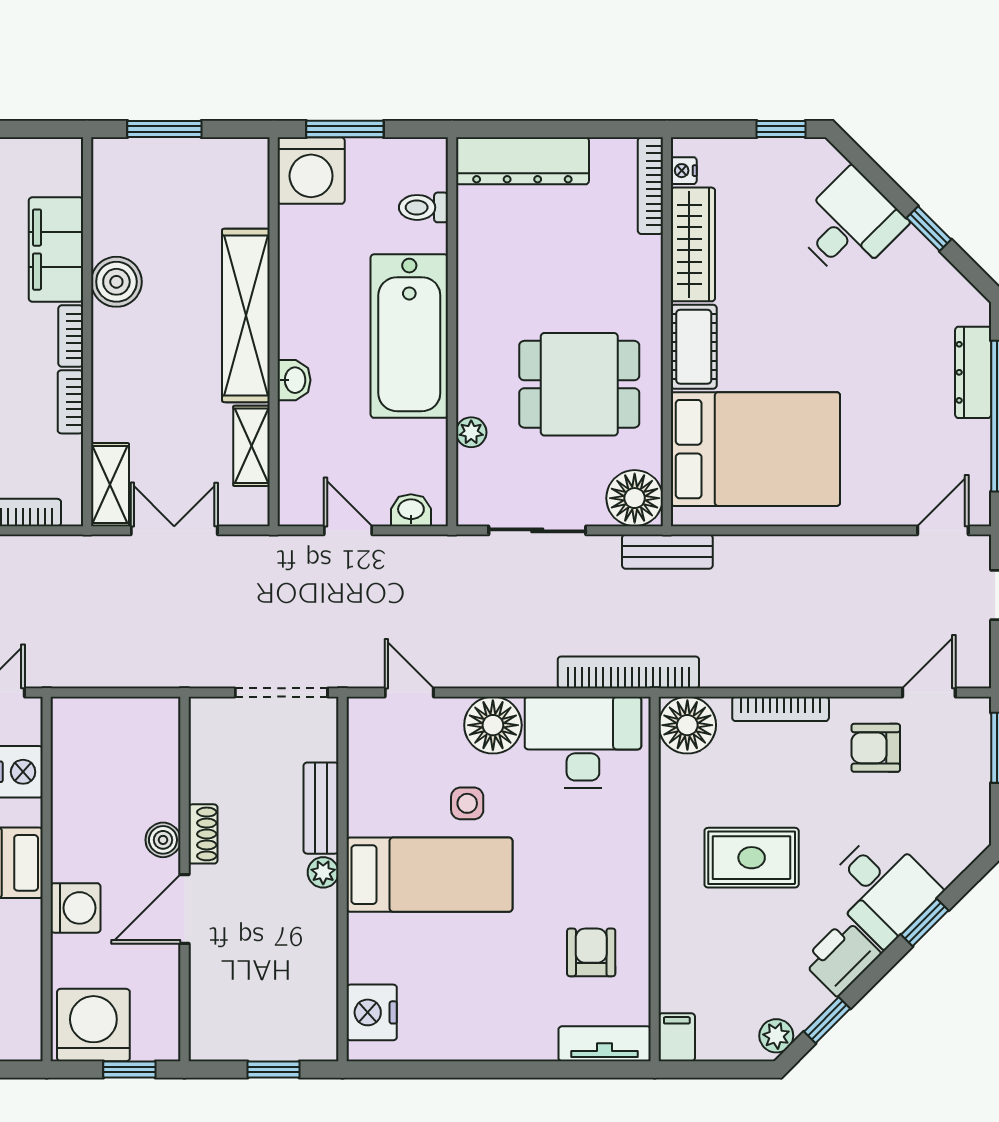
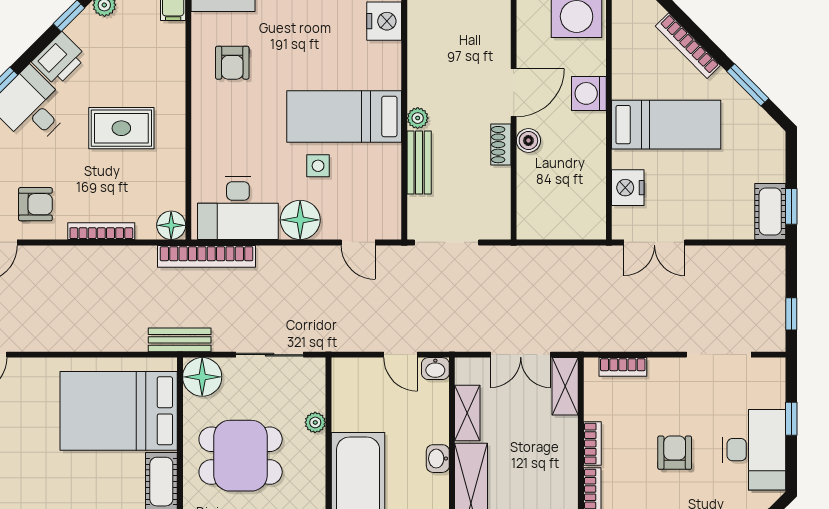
washbasin: (411, 510) -> (435, 369), moved
floor lamp: (687, 725) -> (171, 225), width x0.73, depth x0.73

